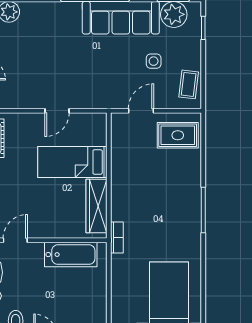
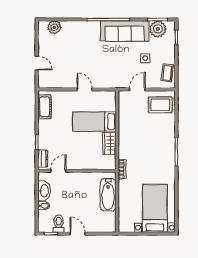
door: (57, 111) -> (85, 89), swing flipped
wardrobe: (96, 206) -> (109, 144), width x0.67
bathtub: (71, 255) -> (108, 195), moved, turned 90

